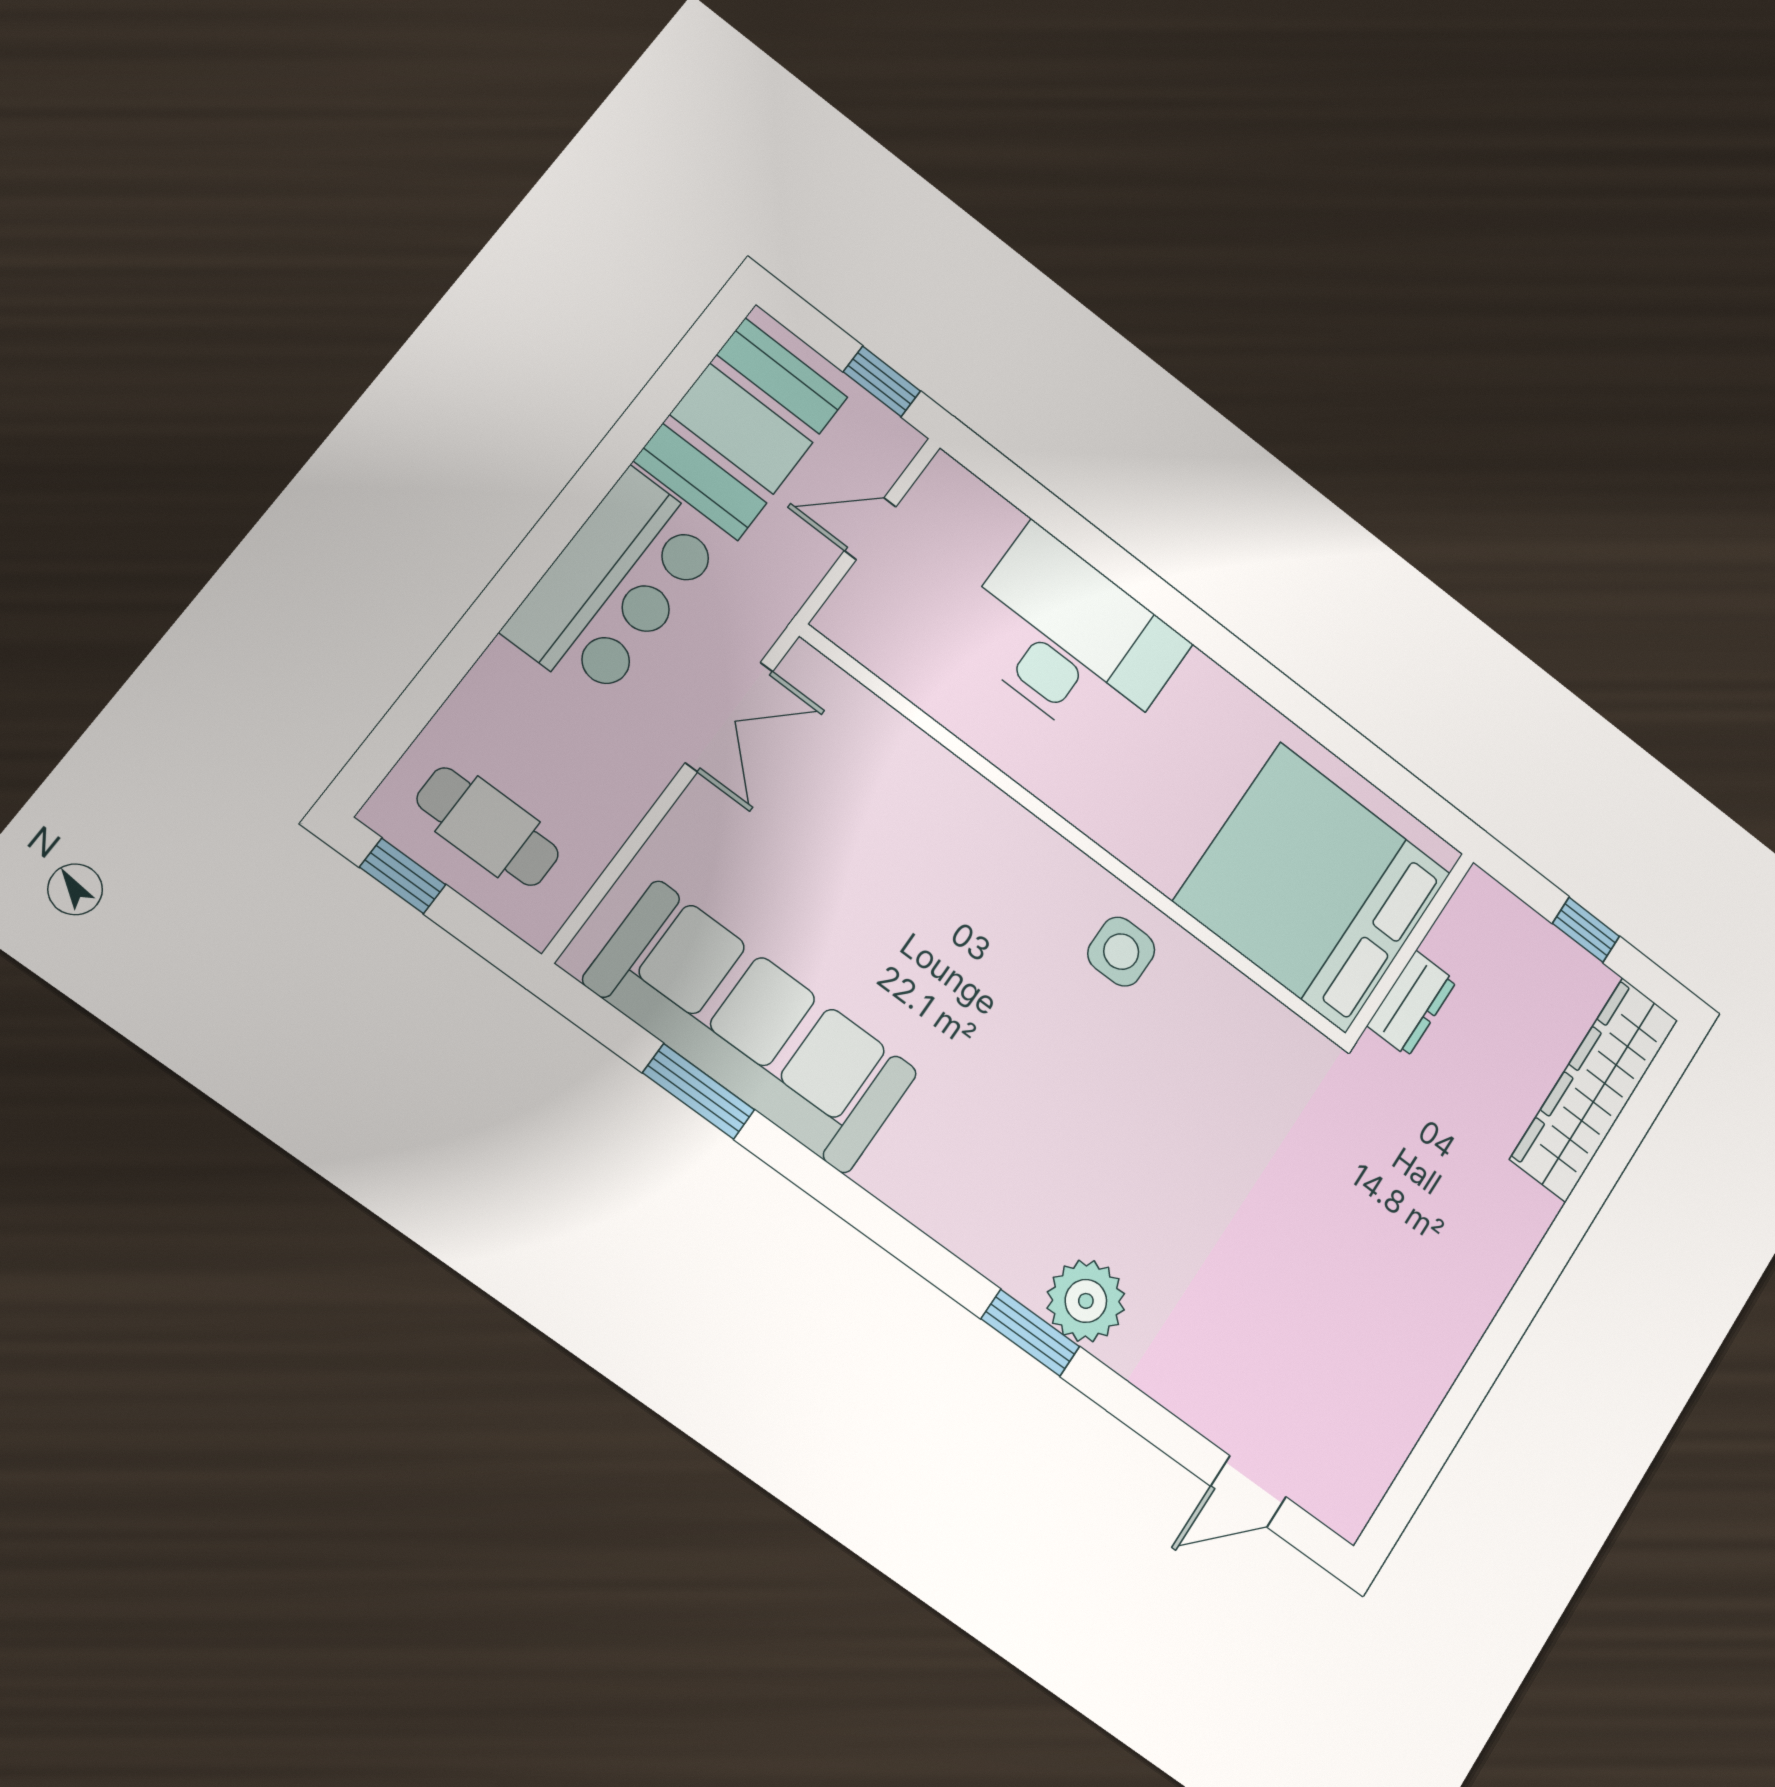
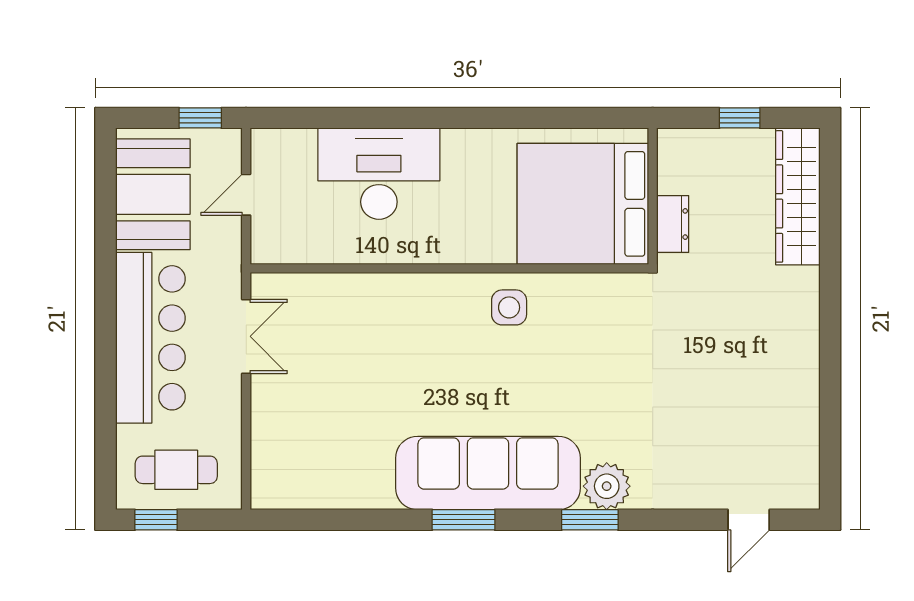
bar counter: (615, 585) -> (150, 338), width x1.36
sofa: (751, 1027) -> (488, 473), moved
window: (699, 1091) -> (464, 520), moved

